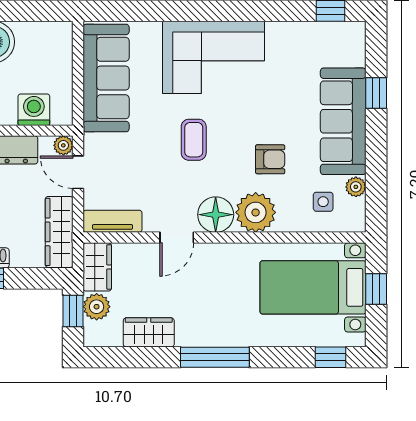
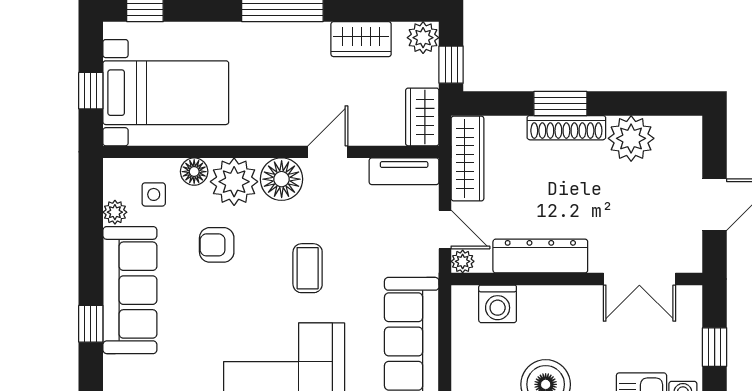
floor lamp: (289, 221) -> (194, 172), added
plant: (97, 307) -> (423, 38), moved

